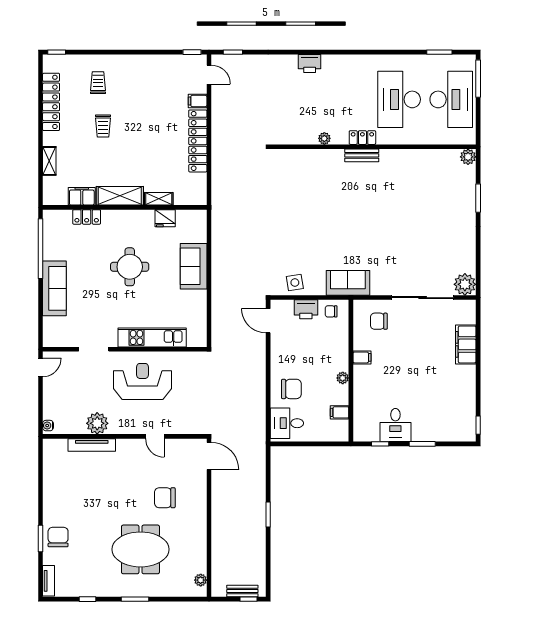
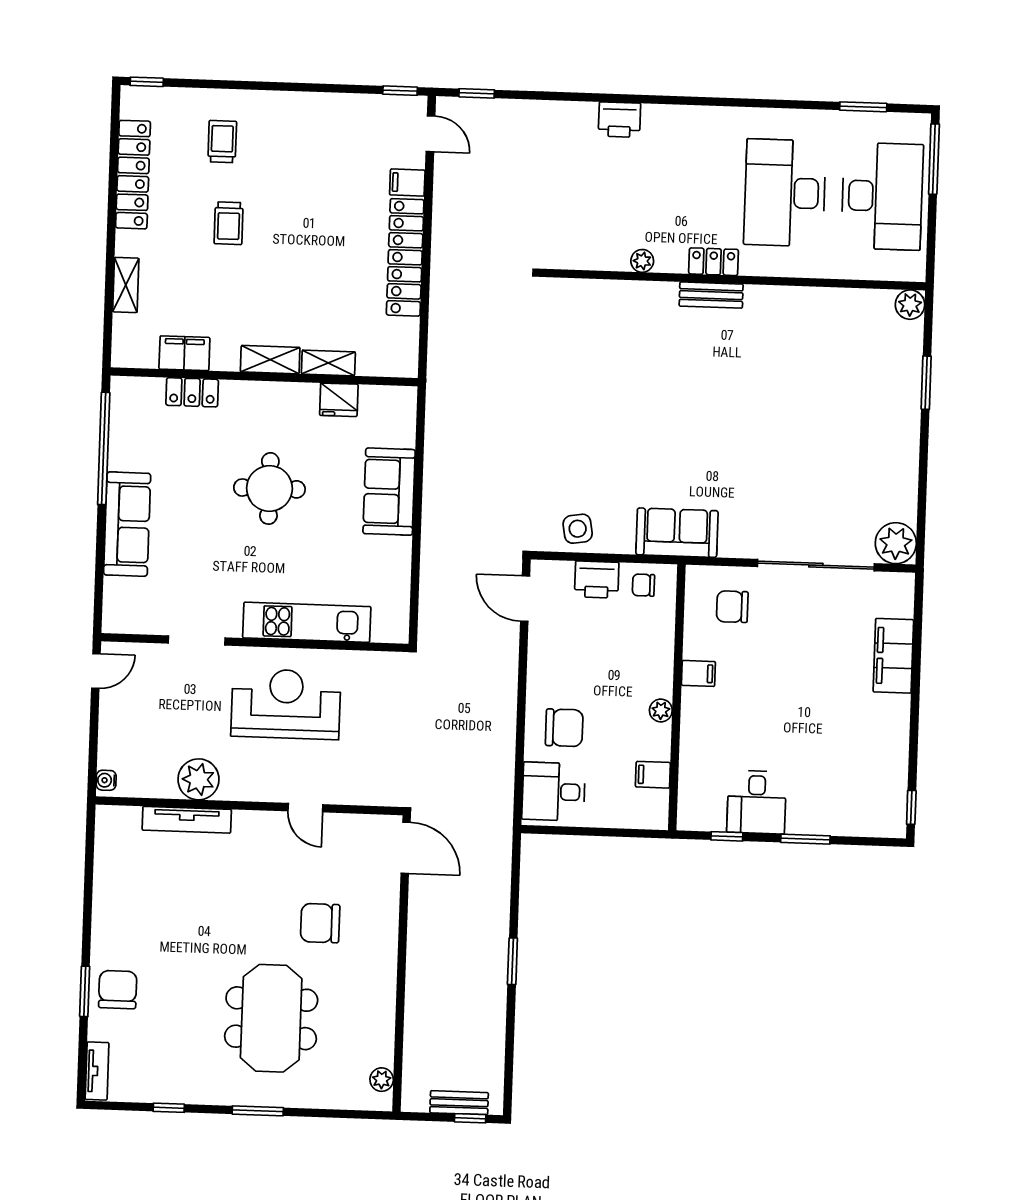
shelving: (120, 196) -> (270, 360), width x0.67, depth x0.75
meeting table: (140, 549) -> (271, 1018), turned 90

